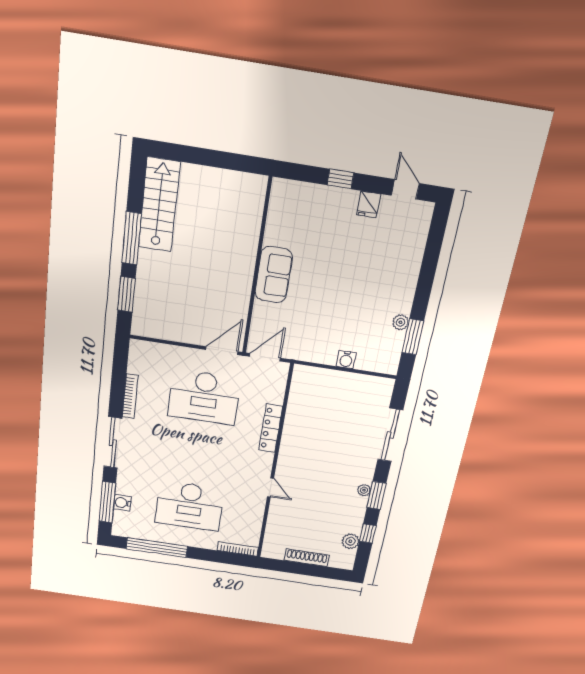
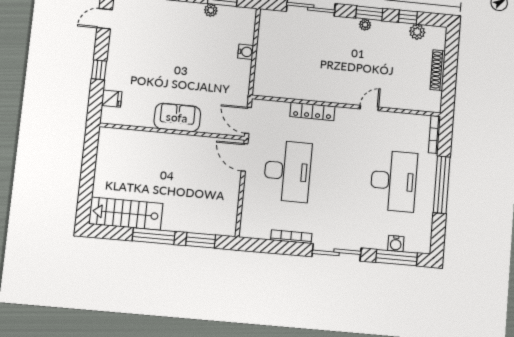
fridge: (369, 204) -> (112, 99), moved
window: (157, 548) -> (442, 185), moved

